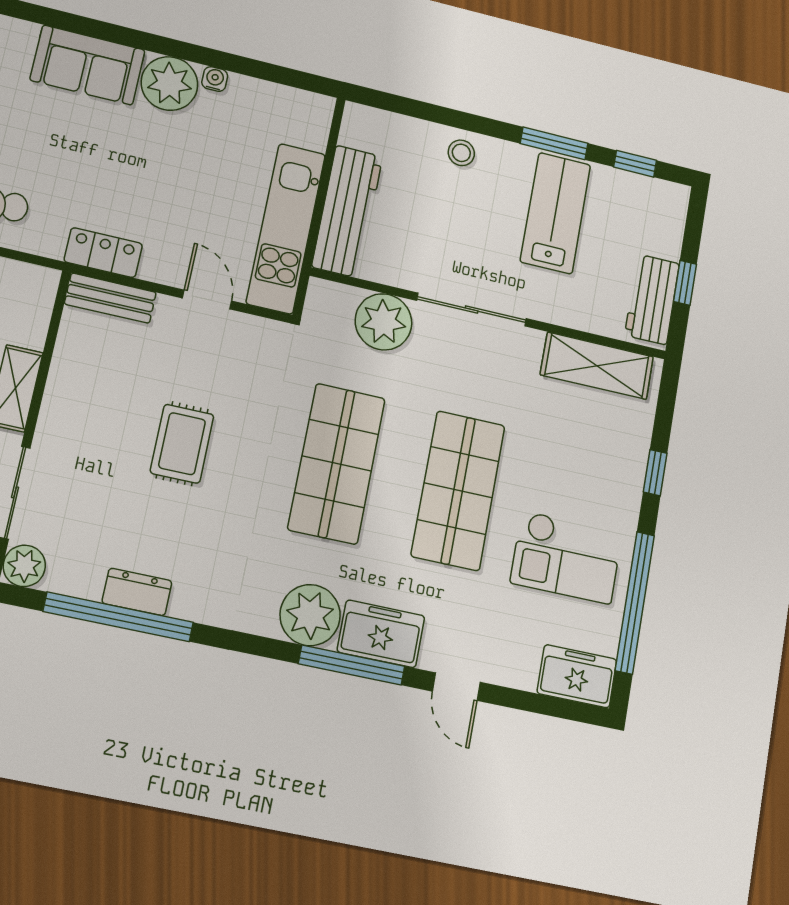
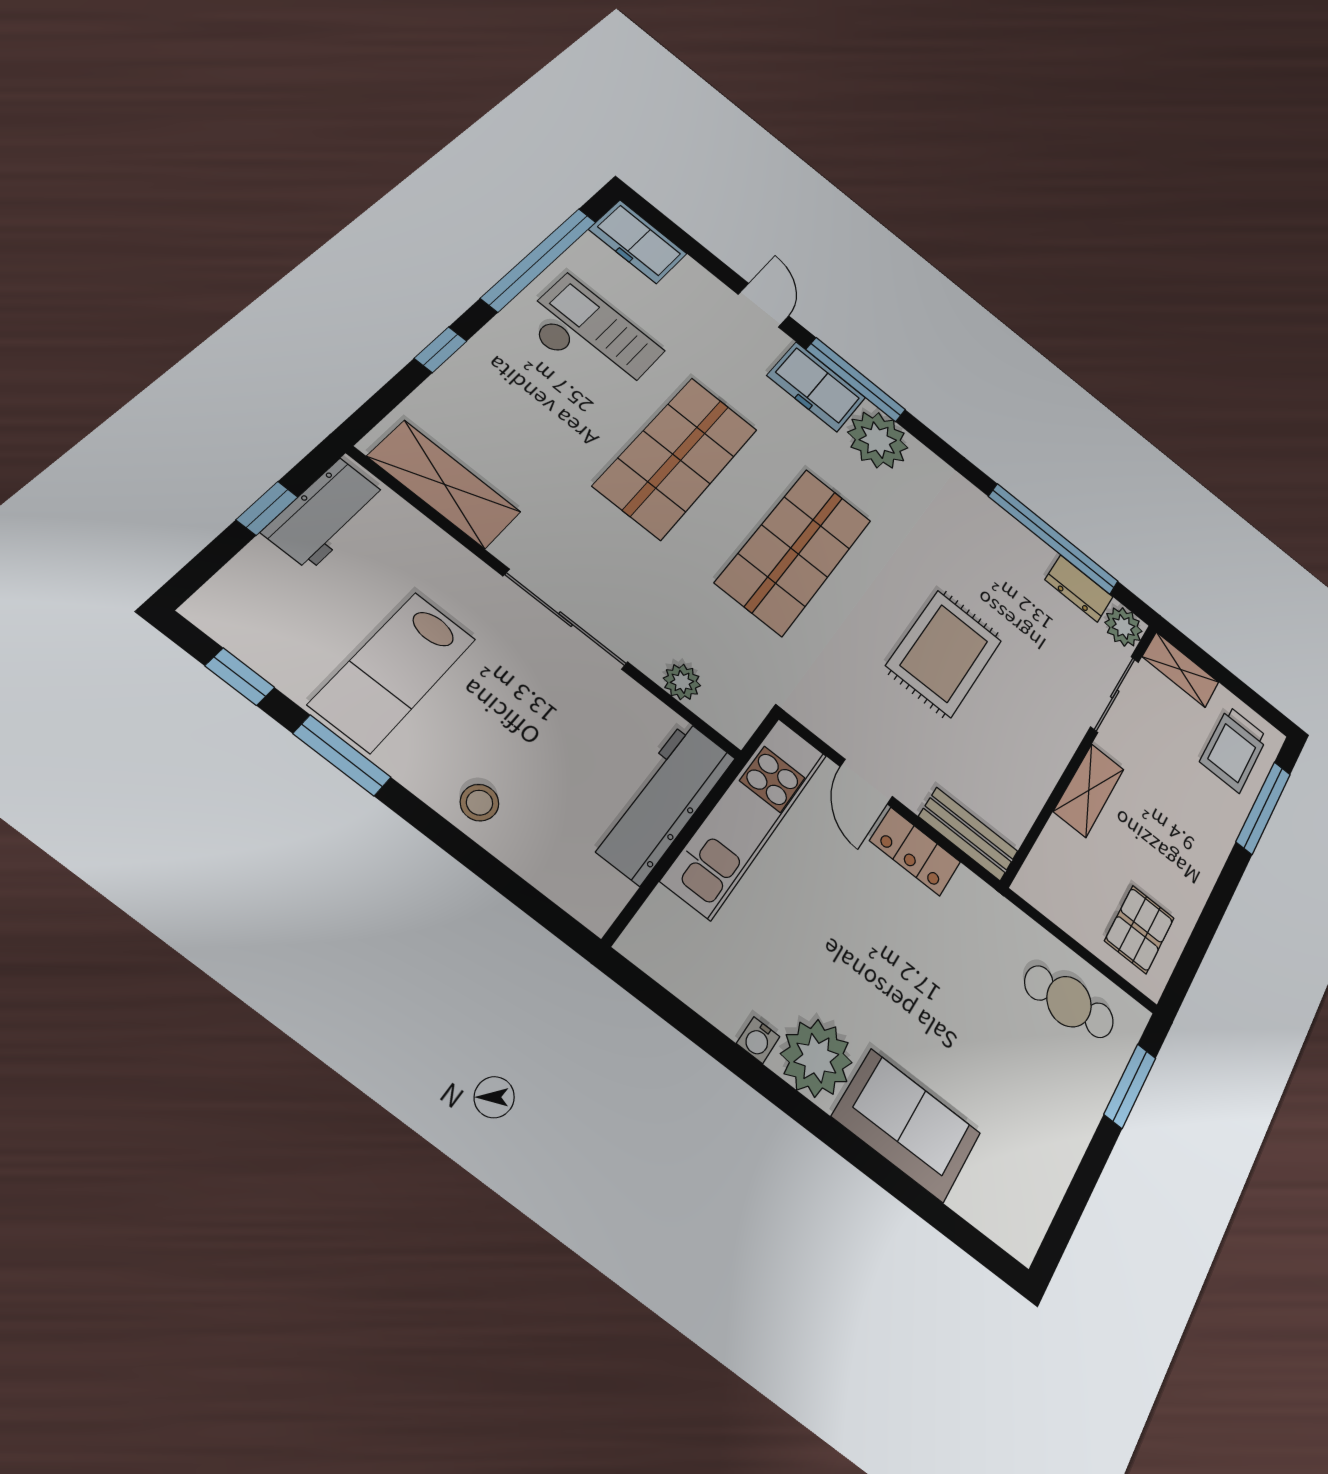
locker: (103, 253) -> (915, 851), moved
plant: (383, 322) -> (682, 682), width x0.53, depth x0.53
rug: (182, 444) -> (944, 653), width x1.36, depth x1.43
dresser: (137, 592) -> (1079, 588), moved

